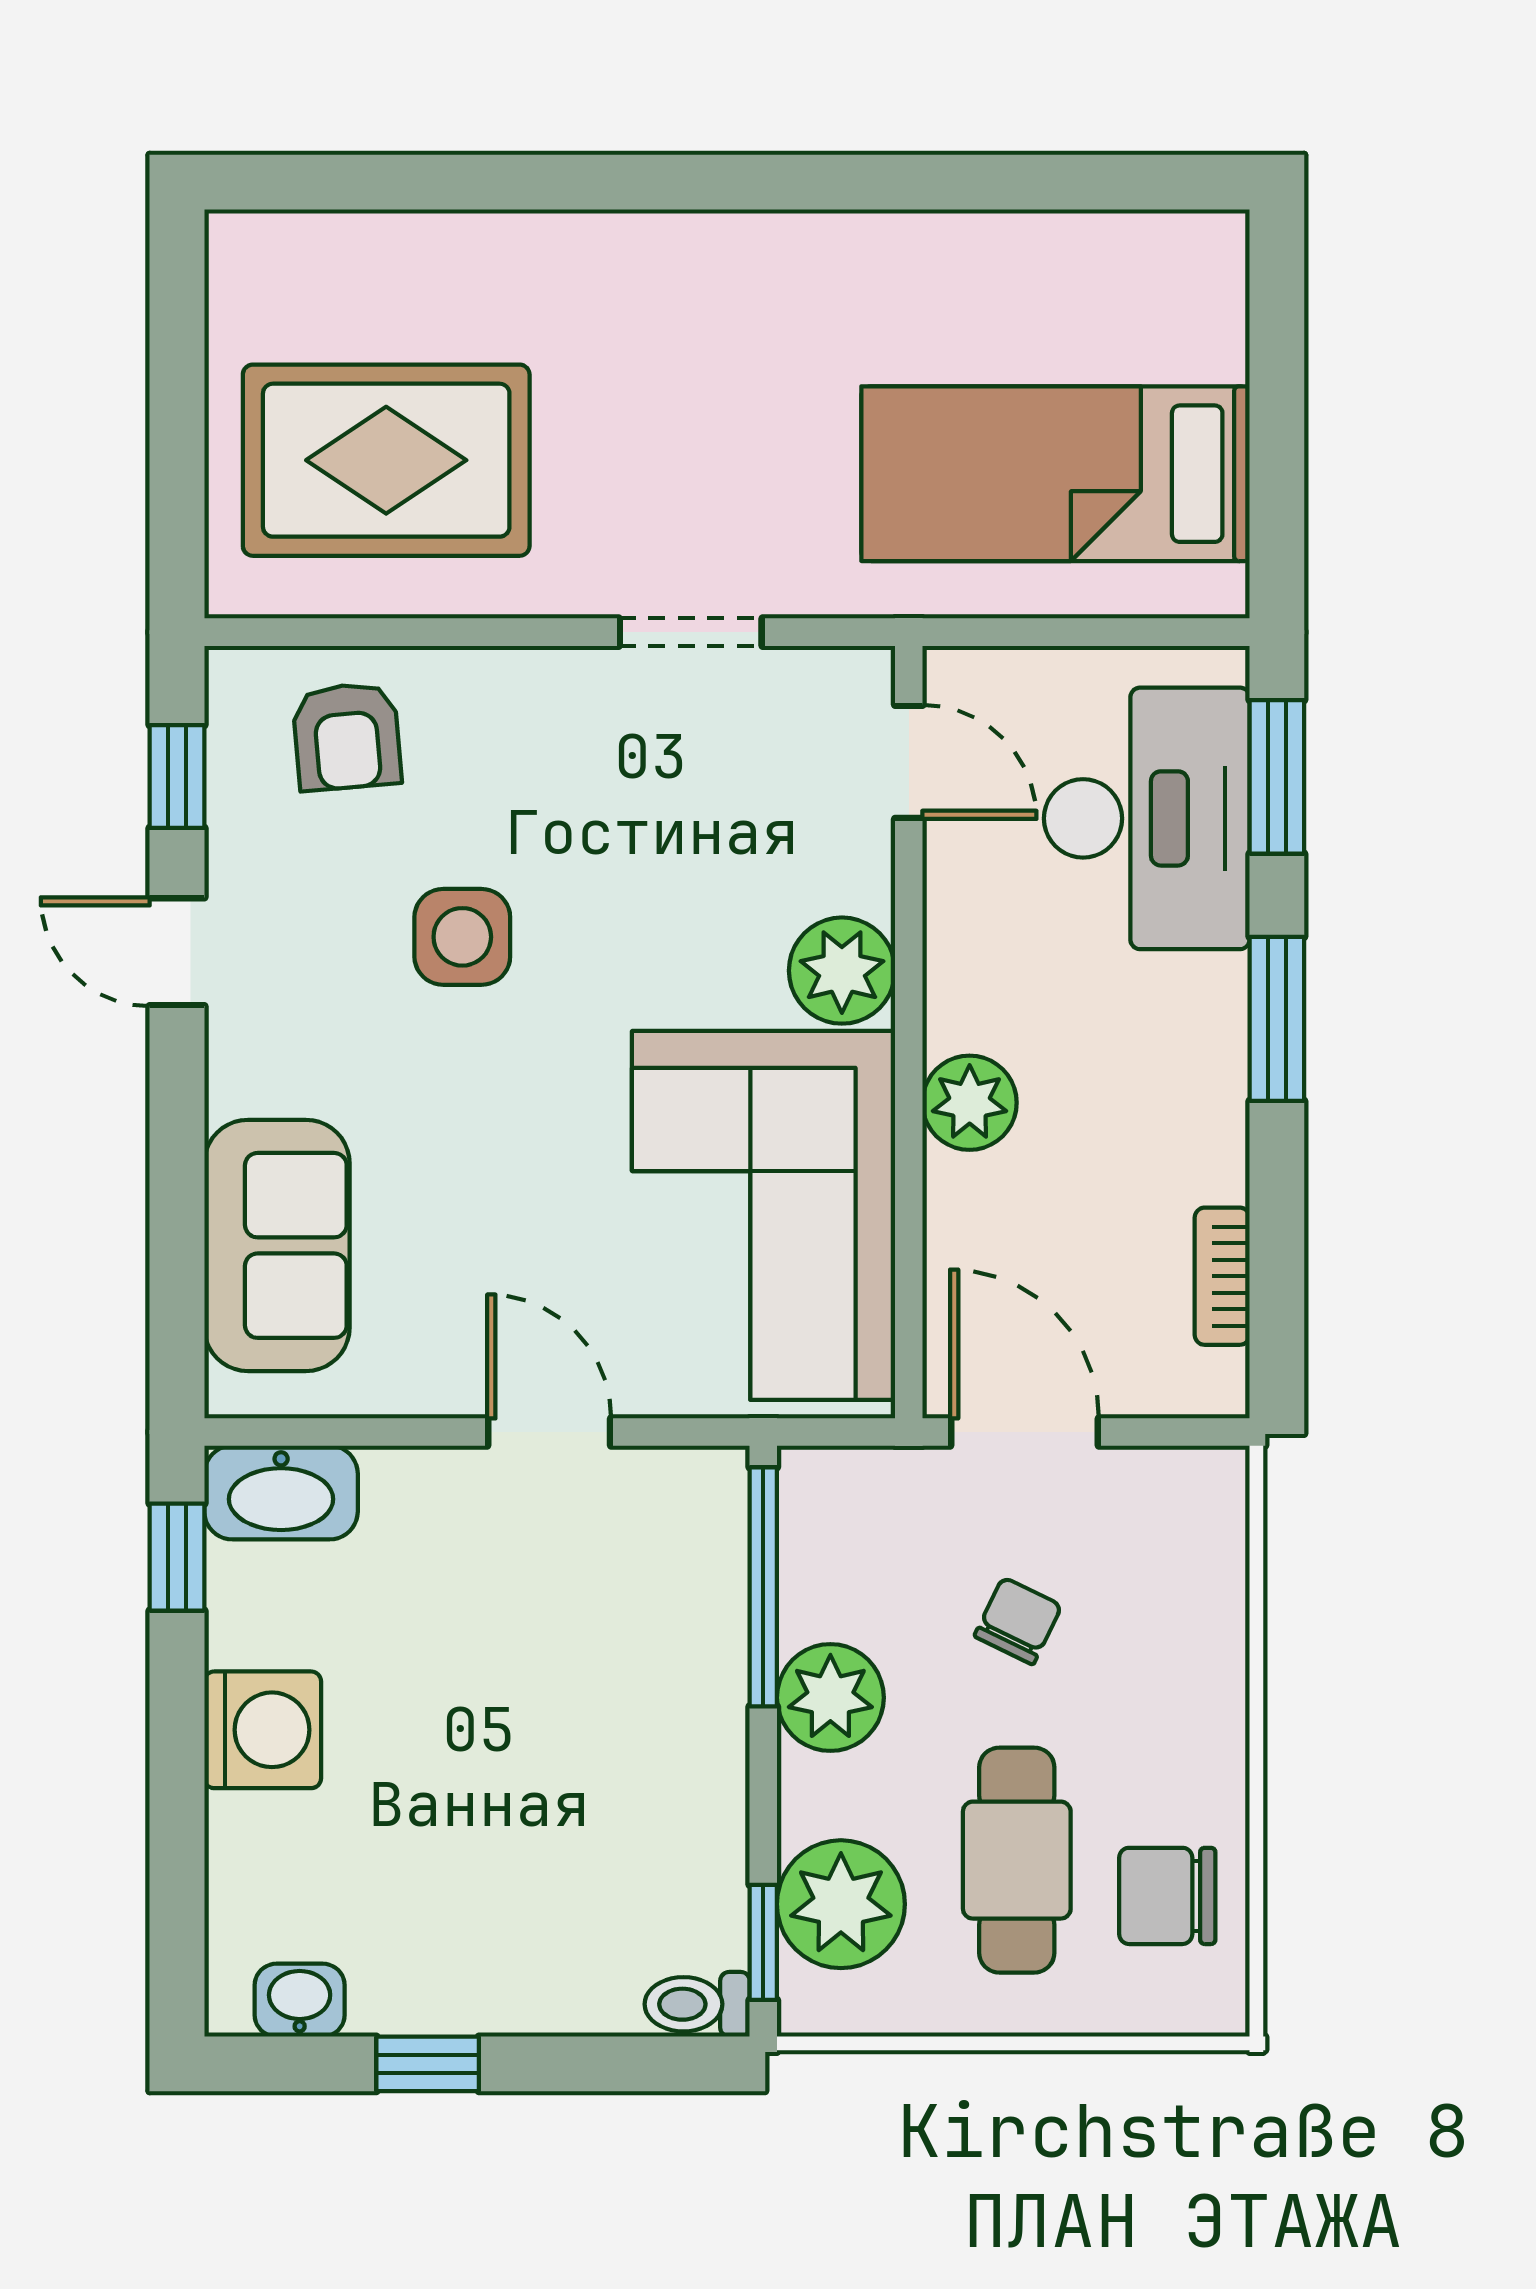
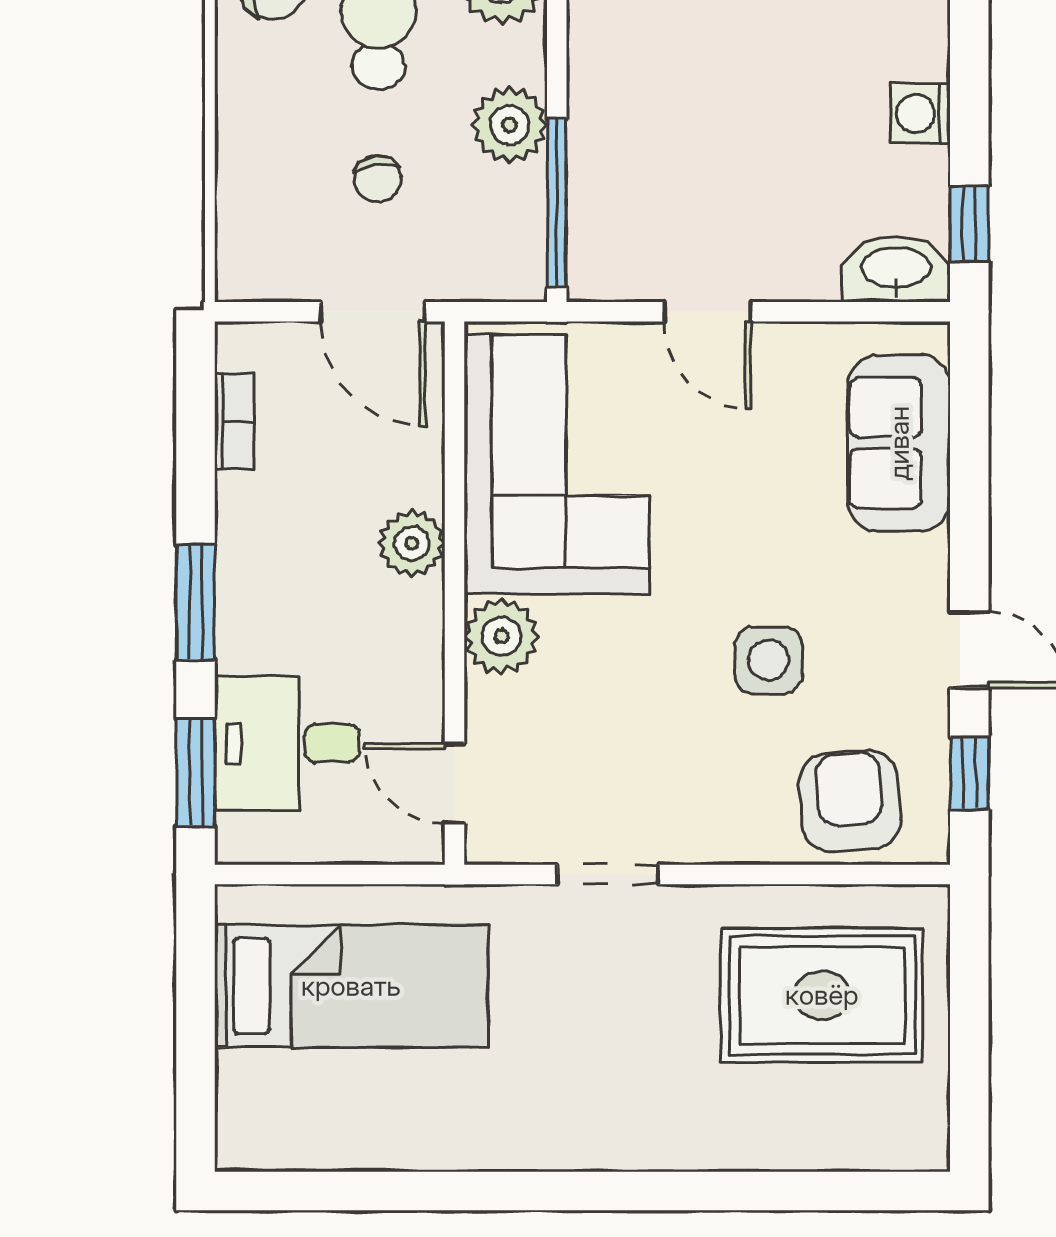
armchair: (347, 736) -> (850, 801), width x1.38, depth x1.38
desk: (1147, 818) -> (287, 743), width x0.73
chair: (1018, 1621) -> (378, 179), turned -32
washing machine: (263, 1730) -> (920, 114), width x0.73, depth x0.73

